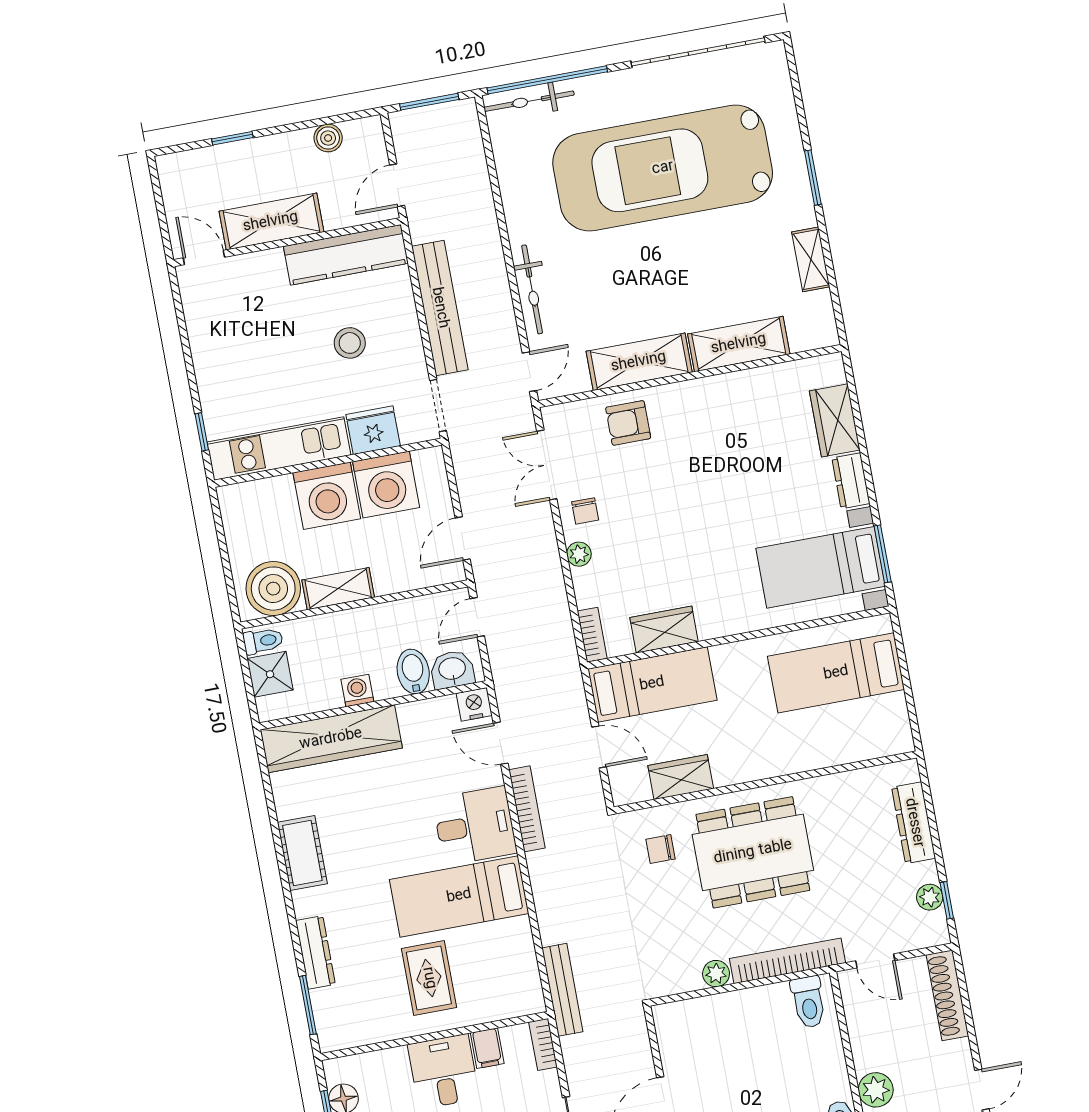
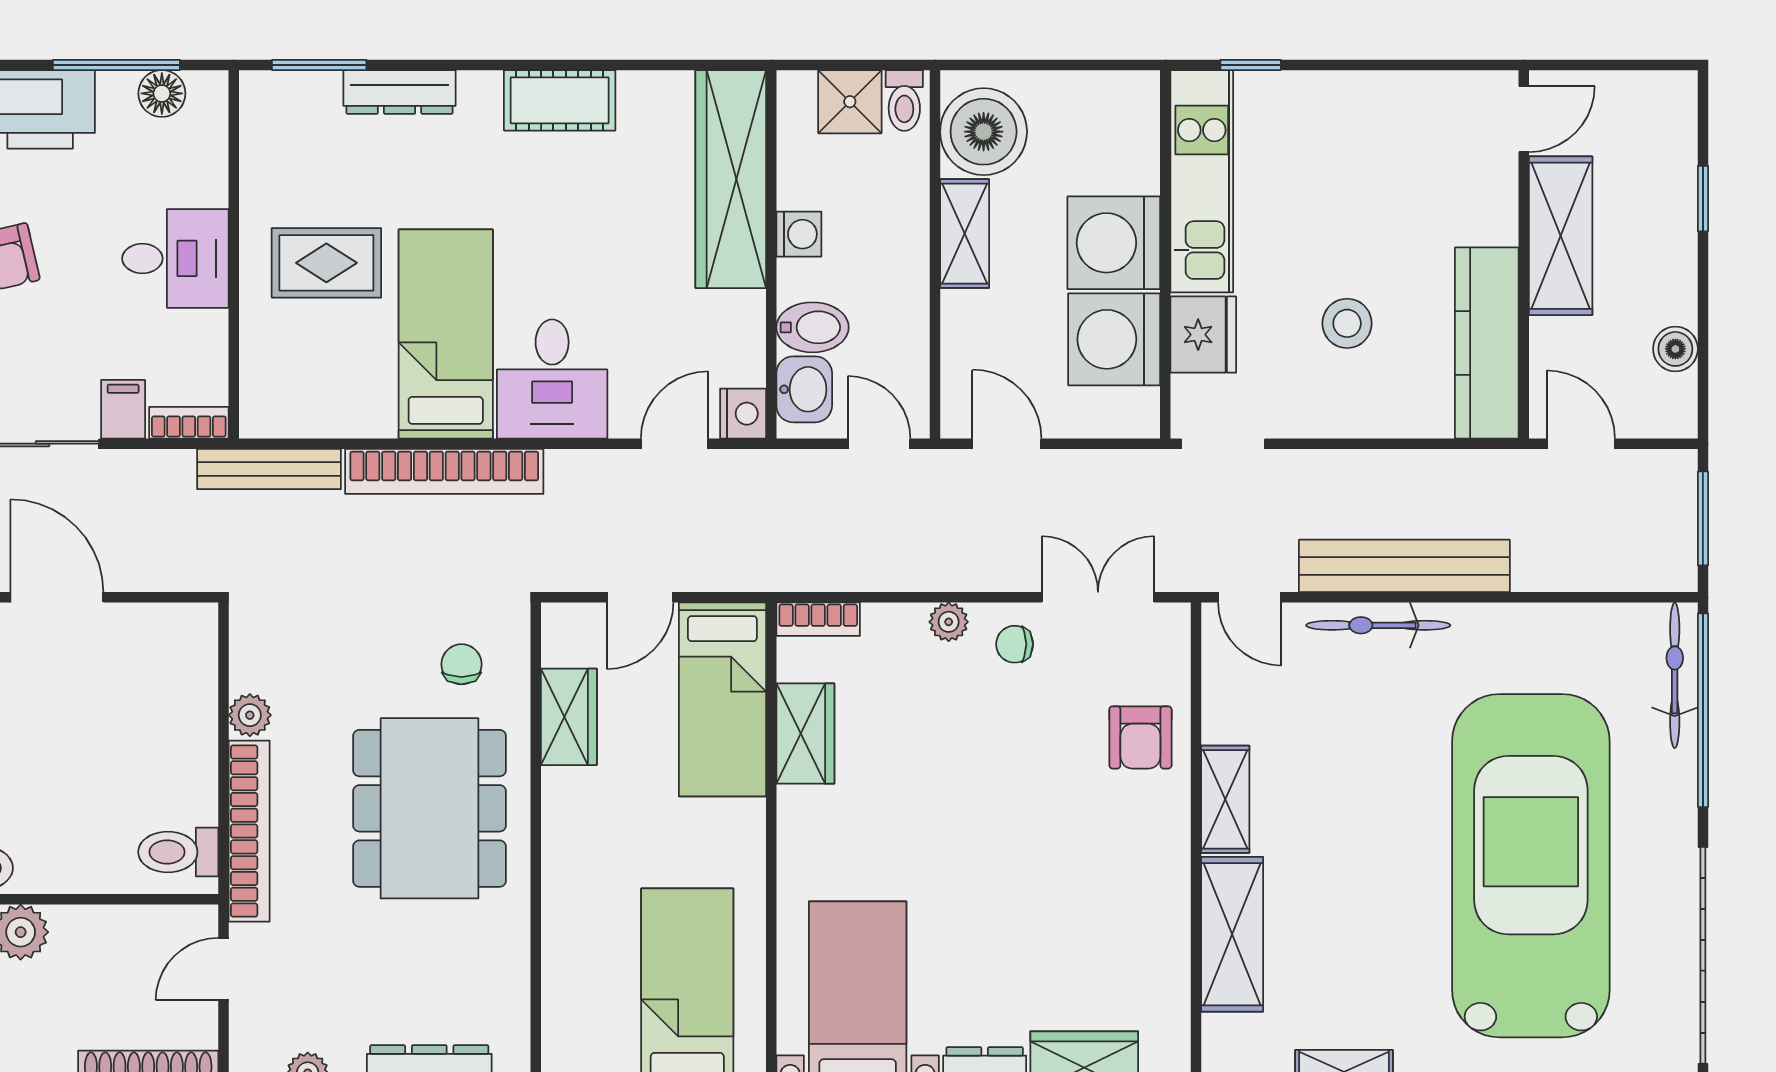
bench: (440, 308) -> (1404, 566), moved
shelving: (639, 362) -> (1225, 799), width x0.67, depth x0.75
armchair: (628, 423) -> (1140, 737), turned 180
bookcase: (527, 809) -> (444, 471), moved, width x1.48, depth x1.31
filing cabinet: (487, 1048) -> (123, 409), moved, turned 90

